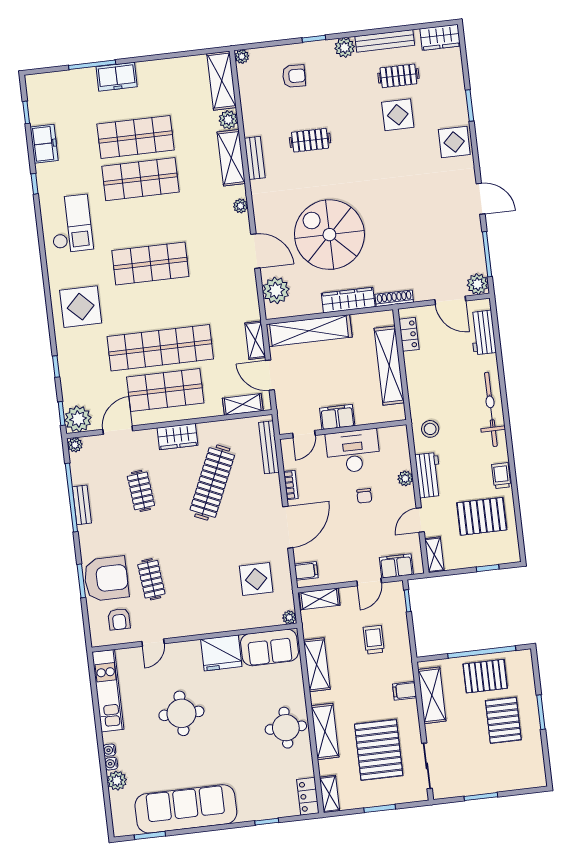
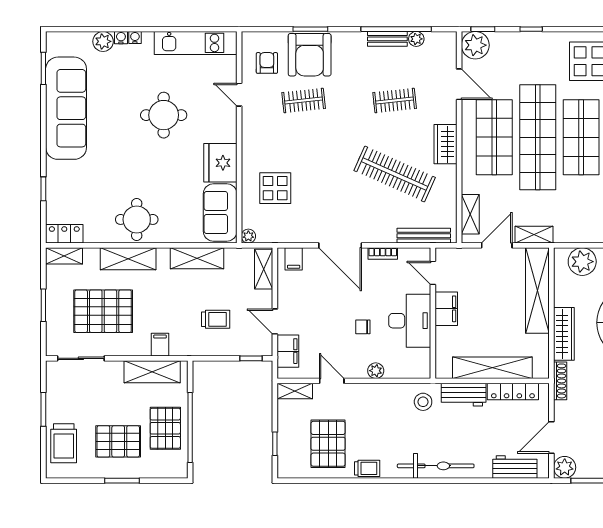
shop shelf: (155, 306) -> (581, 137), added
locker: (409, 334) -> (513, 392), width x1.53
plant: (75, 445) -> (416, 39), moved
workbench: (429, 475) -> (464, 395), moved
display table: (256, 579) -> (275, 188), moved
armchair: (119, 619) -> (267, 63), turned 90
trolley: (511, 773) -> (64, 443), added

